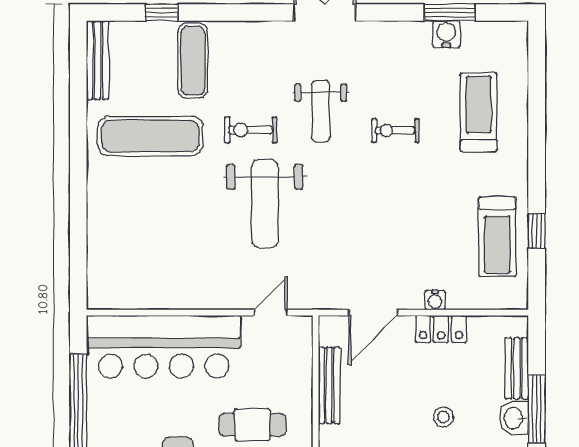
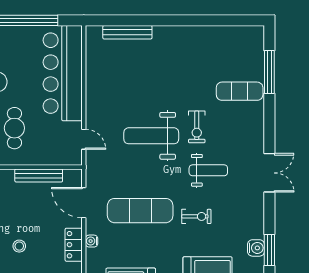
window: (162, 12) -> (269, 72), width x2.17
bench: (98, 60) -> (127, 32), moved
weight bench: (321, 111) -> (208, 170), turned 180
exercise bike: (251, 130) -> (197, 127), turned 180
exercise bike: (395, 131) -> (196, 216), turned 90
exercise mat: (150, 136) -> (140, 211), moved, turned 90

